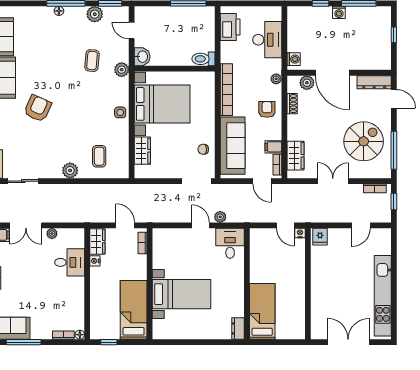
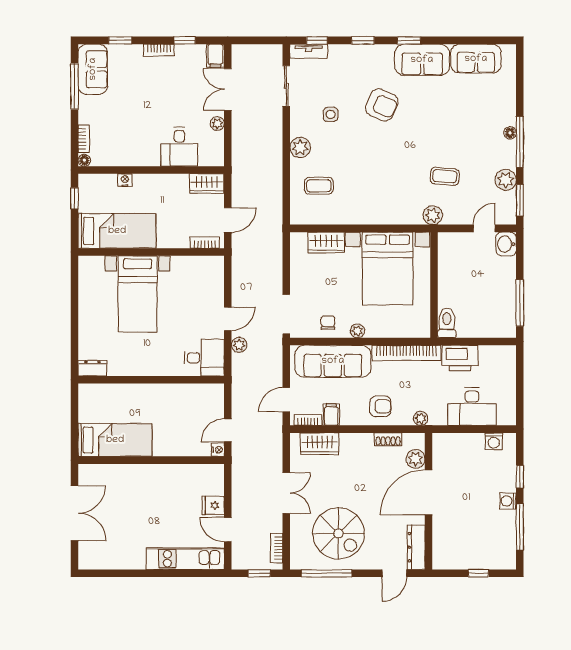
printer: (230, 27) -> (460, 358), moved
washbasin: (142, 57) -> (506, 244), moved, turned 90
washing machine: (294, 59) -> (494, 441), moved
side table: (120, 112) -> (331, 114), moved
plant: (210, 127) -> (357, 331), added
fridge: (320, 237) -> (213, 505), moved
nightstand: (95, 261) -> (125, 180), moved
kitchen unit: (383, 296) -> (185, 559), moved, width x0.73
bed: (262, 311) -> (115, 440), moved

